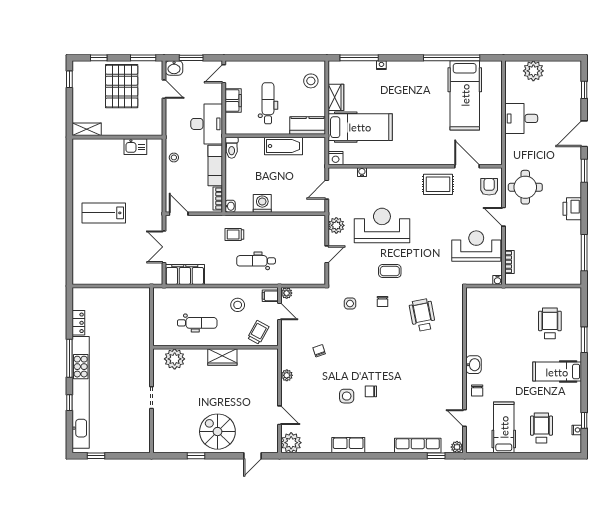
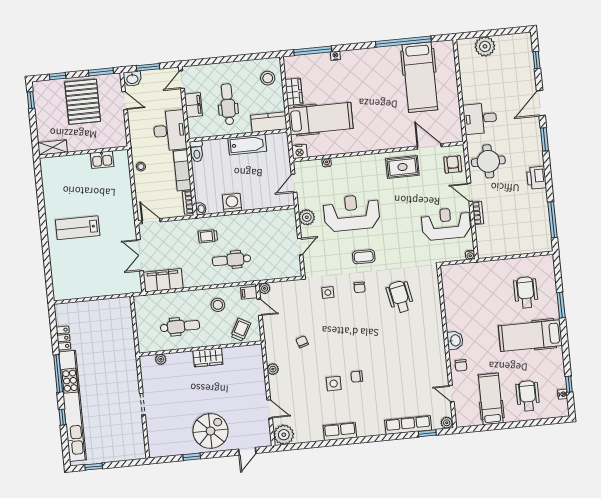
desk: (521, 118) -> (480, 118), moved
bookcase: (510, 262) -> (478, 213), moved
plant: (175, 359) -> (161, 359), width x0.53, depth x0.53
hospital bed: (557, 372) -> (530, 336), width x1.37, depth x1.29
spiral stairs: (217, 432) -> (210, 431), turned 90

